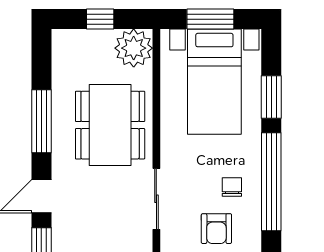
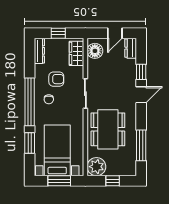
window: (41, 121) -> (141, 145), moved
armchair: (216, 229) -> (56, 79), turned 90

